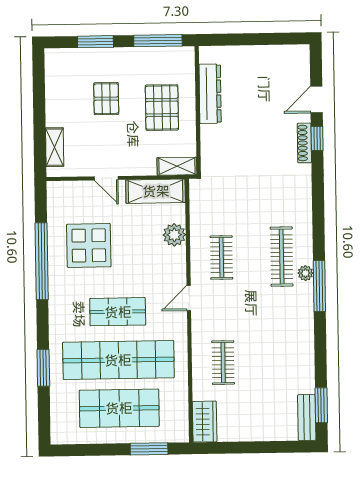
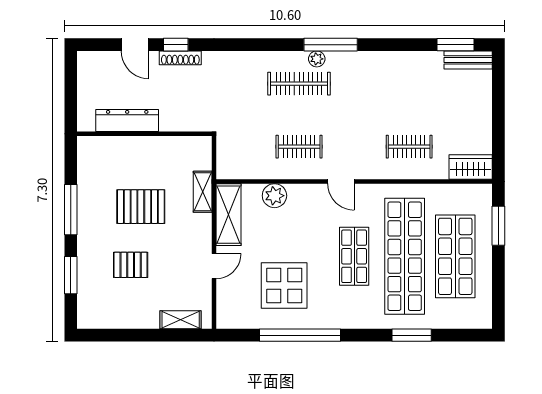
dresser: (210, 94) -> (127, 121), moved
wall: (198, 110) -> (144, 134), moved

